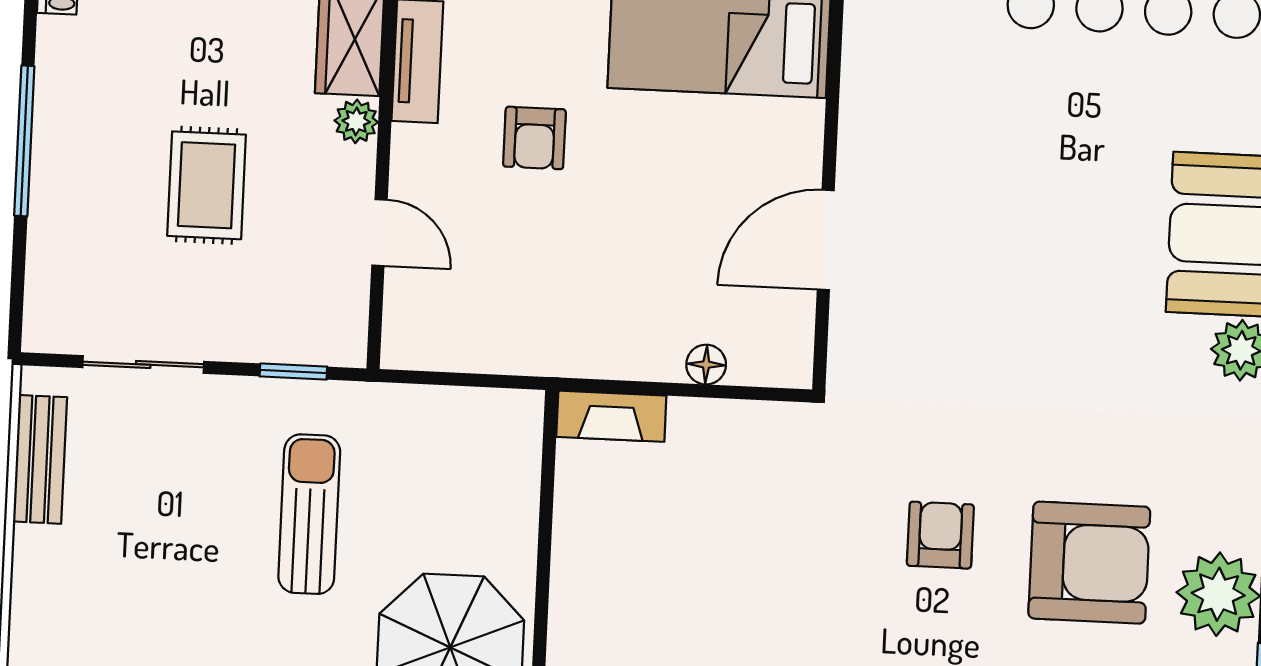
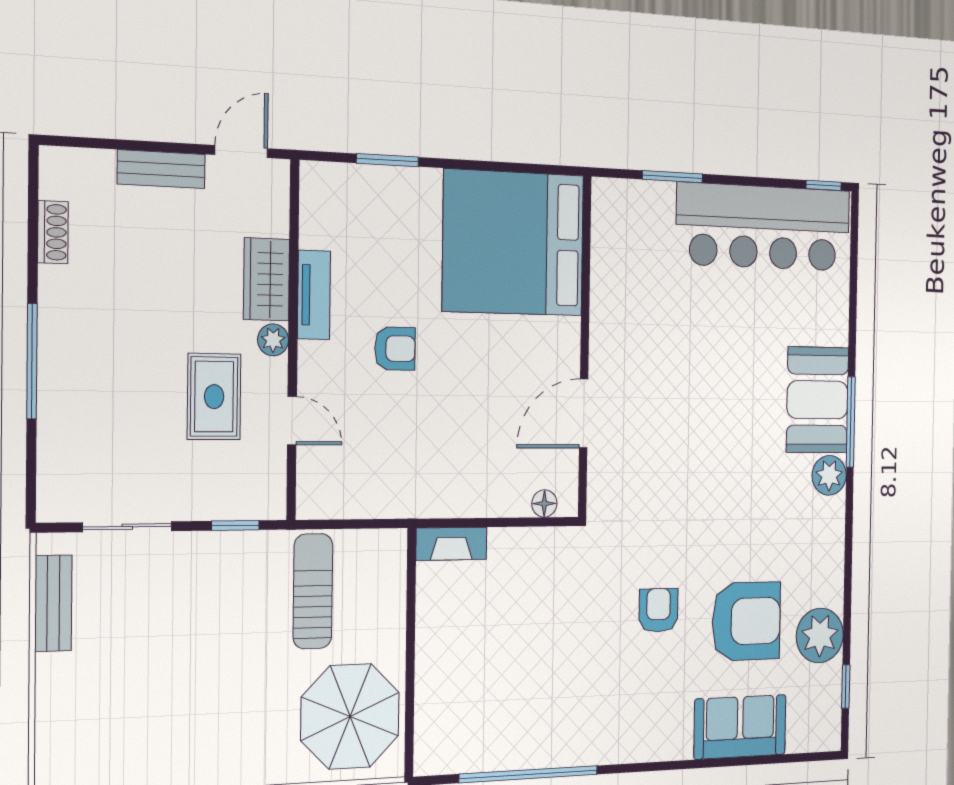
armchair: (534, 138) -> (395, 349), turned -90
rug: (207, 185) -> (214, 397), moved
floor lamp: (706, 365) -> (544, 503), moved
sun lounger: (309, 514) -> (313, 591), moved

